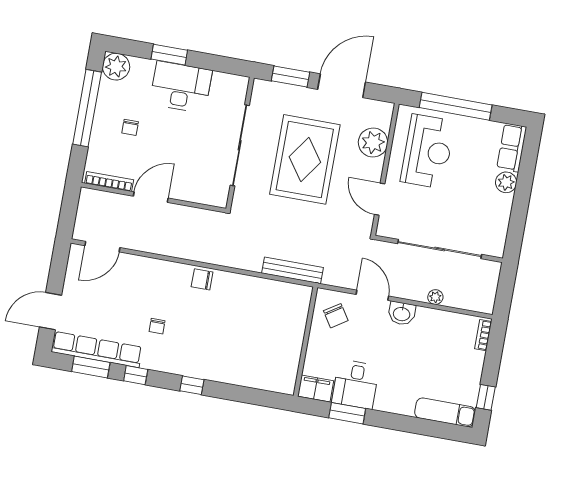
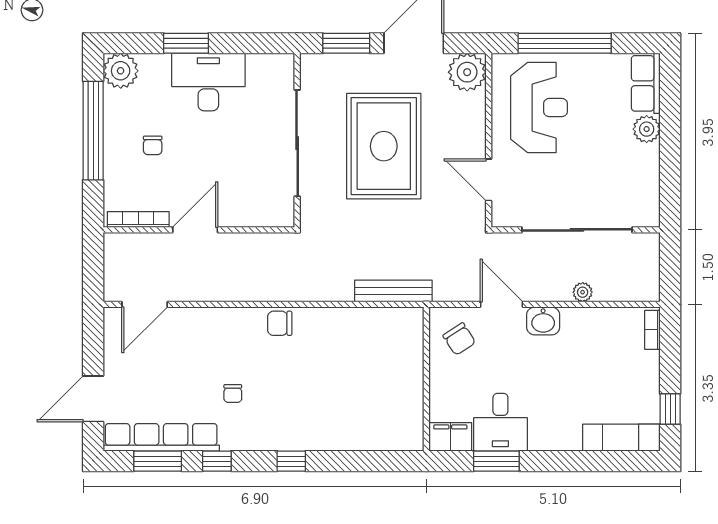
plant: (373, 142) -> (467, 72), moved

